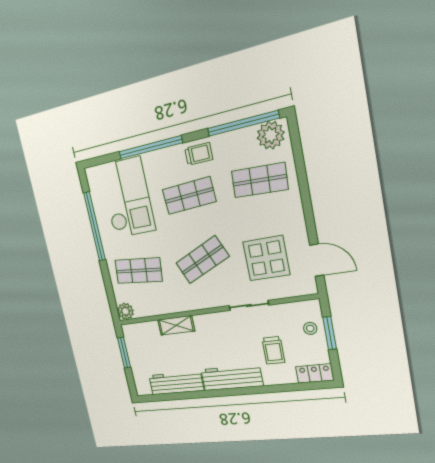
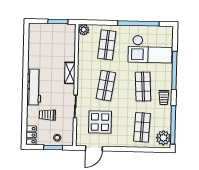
shop shelf: (202, 260) -> (106, 86), turned 33
shelving: (176, 325) -> (70, 73), moved
workbench: (176, 383) -> (34, 51), removed

